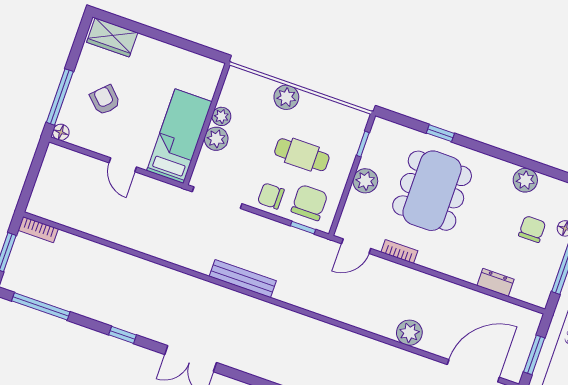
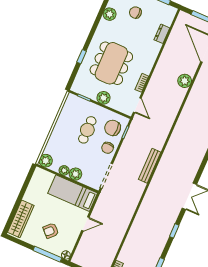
wardrobe: (112, 37) -> (21, 219), width x1.50
plant: (286, 97) -> (46, 161), moved
dining table: (432, 191) -> (111, 63), turned 90

